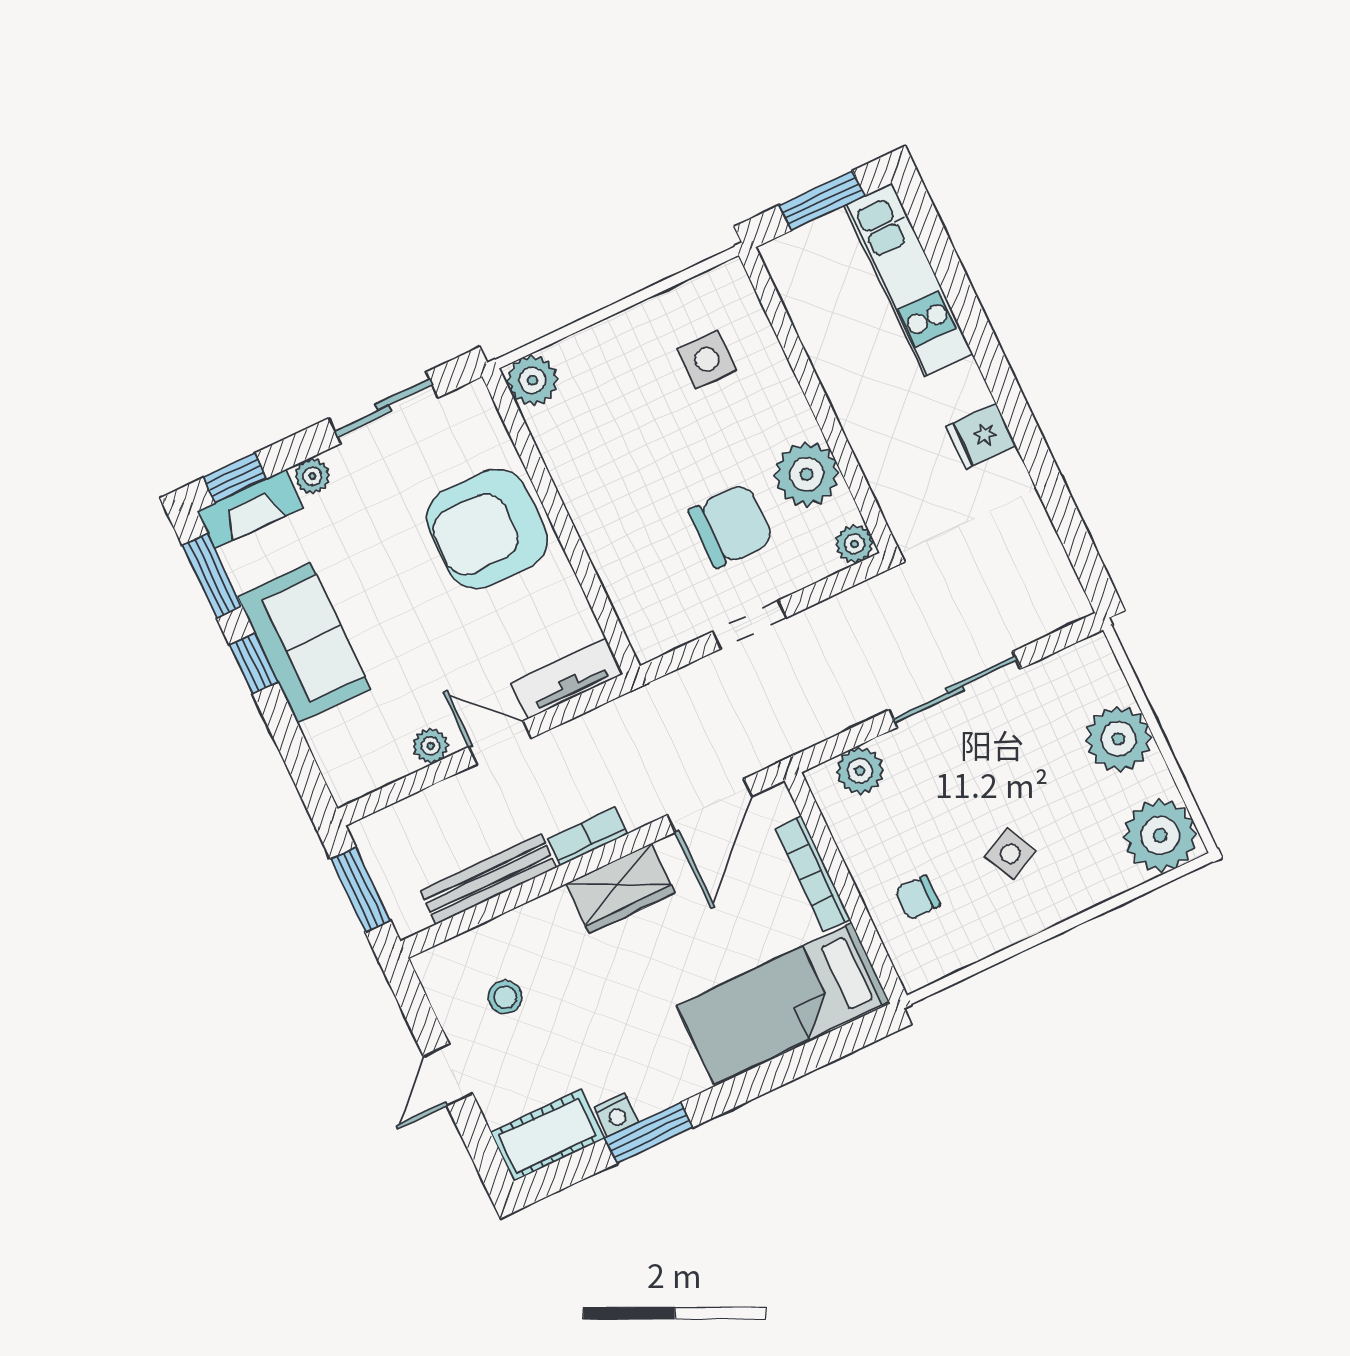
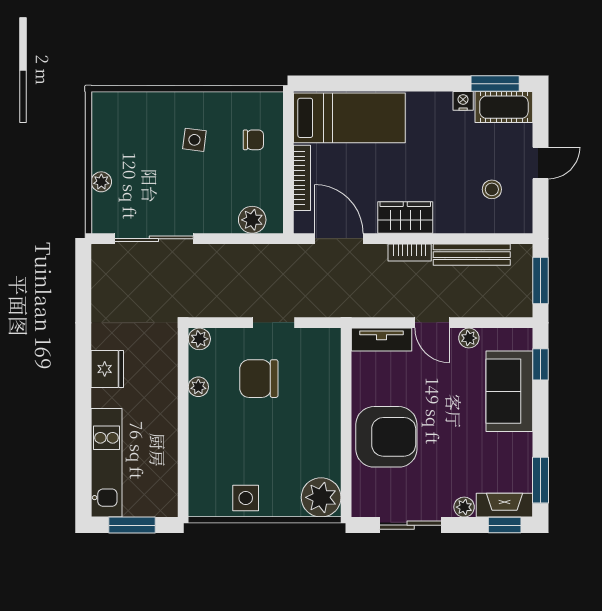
side table: (707, 359) -> (246, 498), moved
plant: (533, 380) -> (321, 497), width x1.36, depth x1.36
fridge: (981, 436) -> (107, 369), width x1.38
plant: (807, 474) -> (198, 387), width x0.53, depth x0.53
sofa: (304, 643) -> (509, 391), moved
window: (254, 663) -> (541, 364), moved
sliding door: (955, 689) -> (154, 239), moved
plant: (1118, 739) -> (101, 182), width x0.53, depth x0.53
door: (710, 805) -> (339, 239), hinge flipped
plant: (1160, 836) -> (112, 112), removed
side table: (1010, 854) -> (194, 140), turned 33
window: (649, 1133) -> (495, 84), moved

